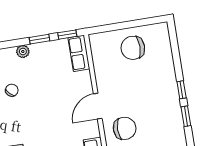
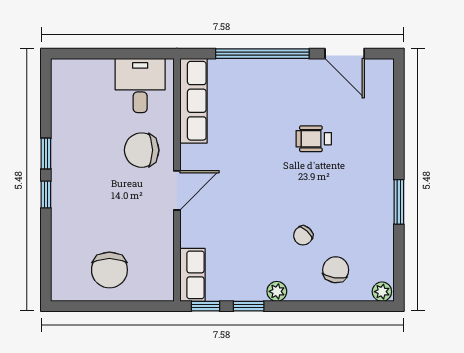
chair: (133, 48) -> (109, 270), turned 90

